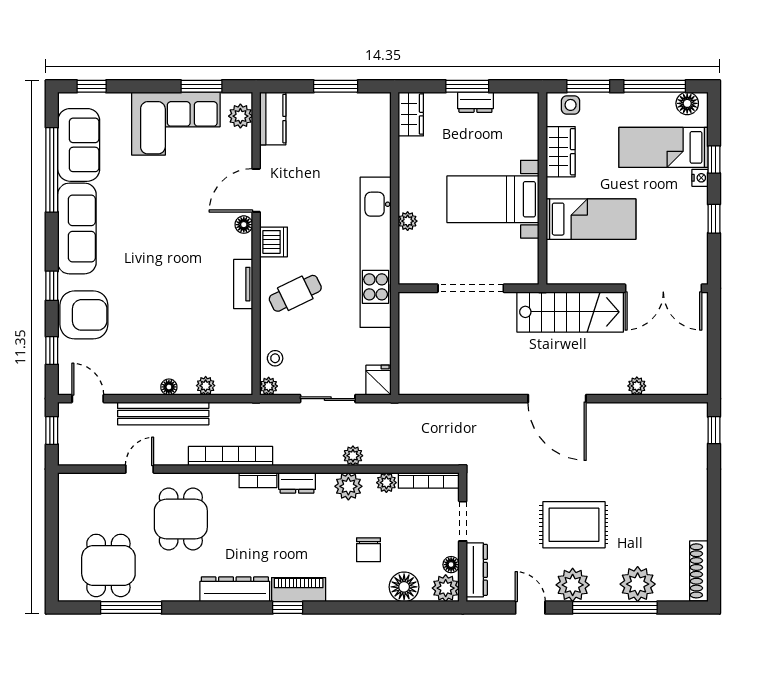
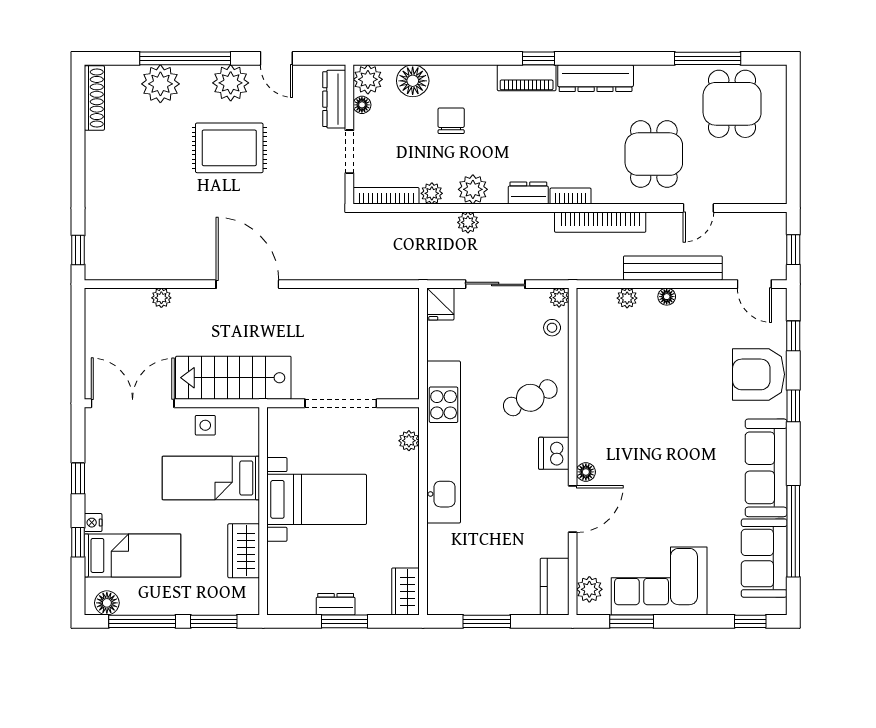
side table: (571, 105) -> (205, 425), moved
plant: (408, 221) -> (409, 441), moved
tv unit: (243, 284) -> (587, 408), removed

